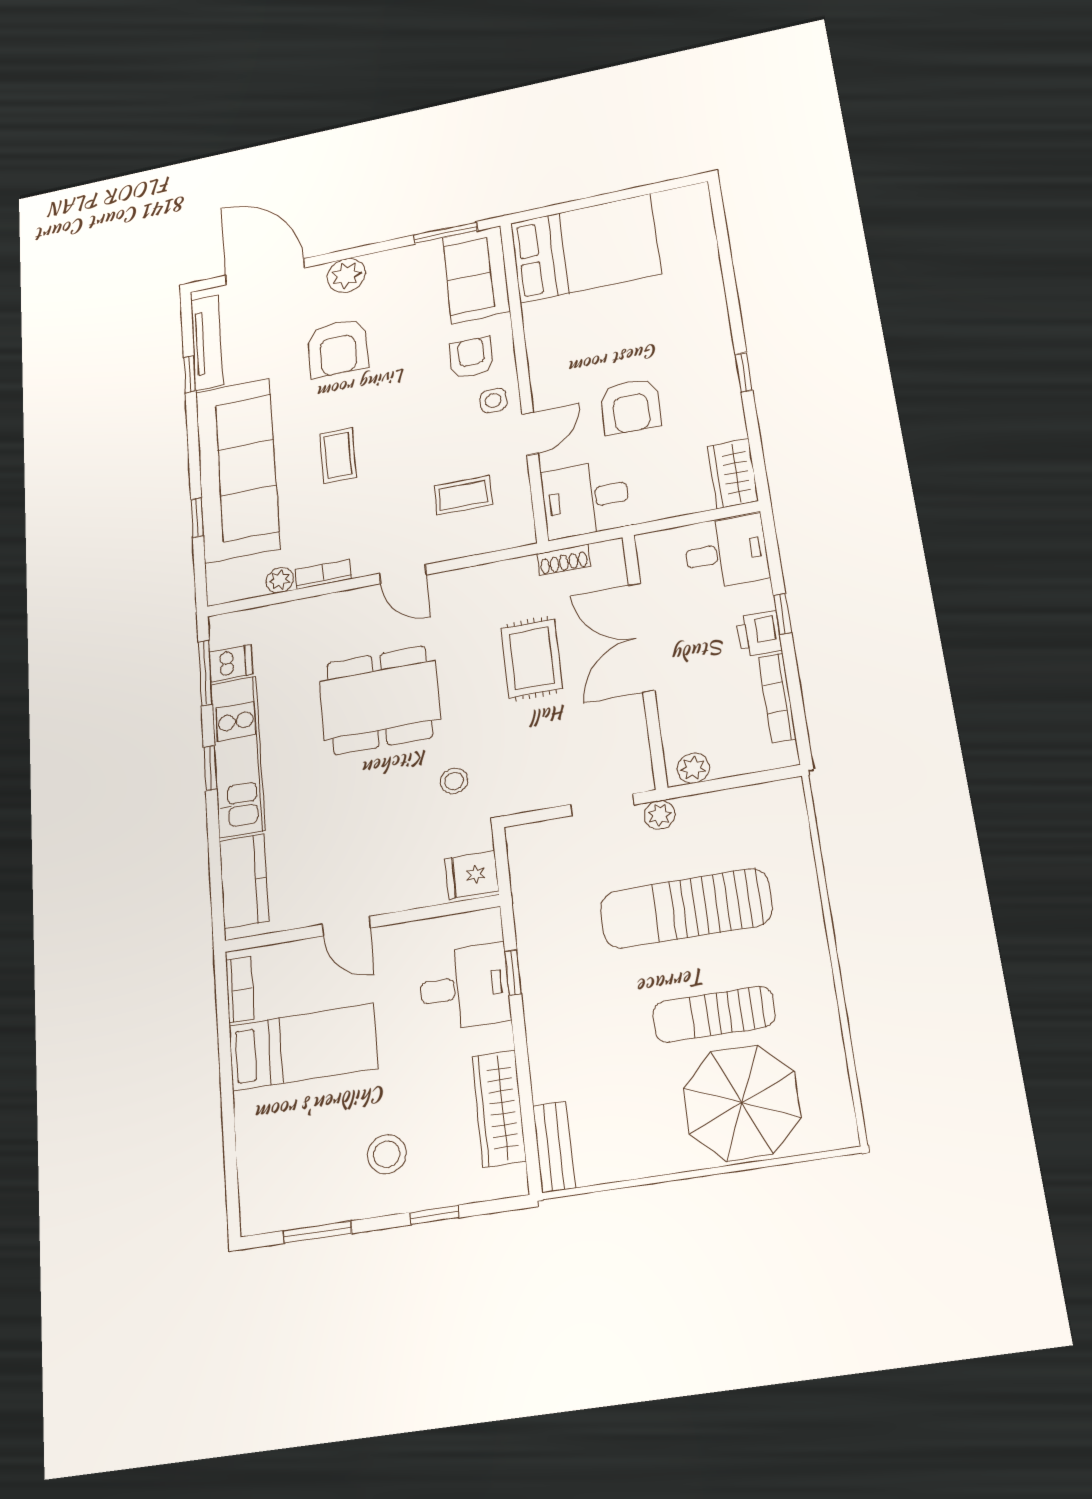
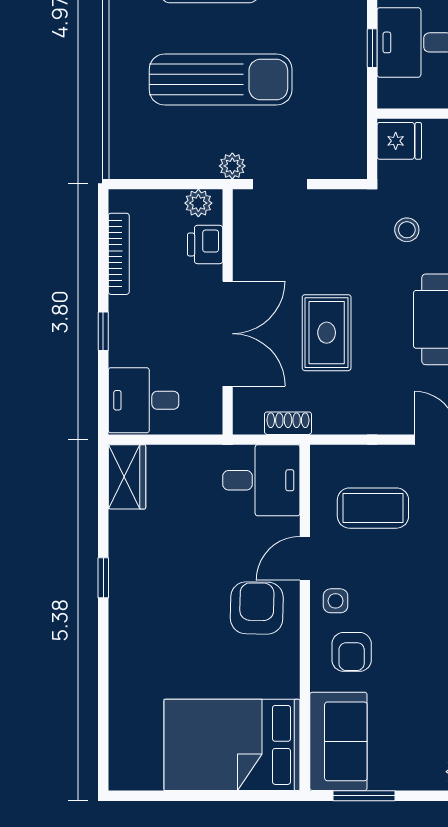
armchair: (631, 406) -> (257, 608), moved
coffee table: (463, 495) -> (373, 508), width x1.36, depth x1.30
printer: (759, 634) -> (205, 245), moved, turned 180

